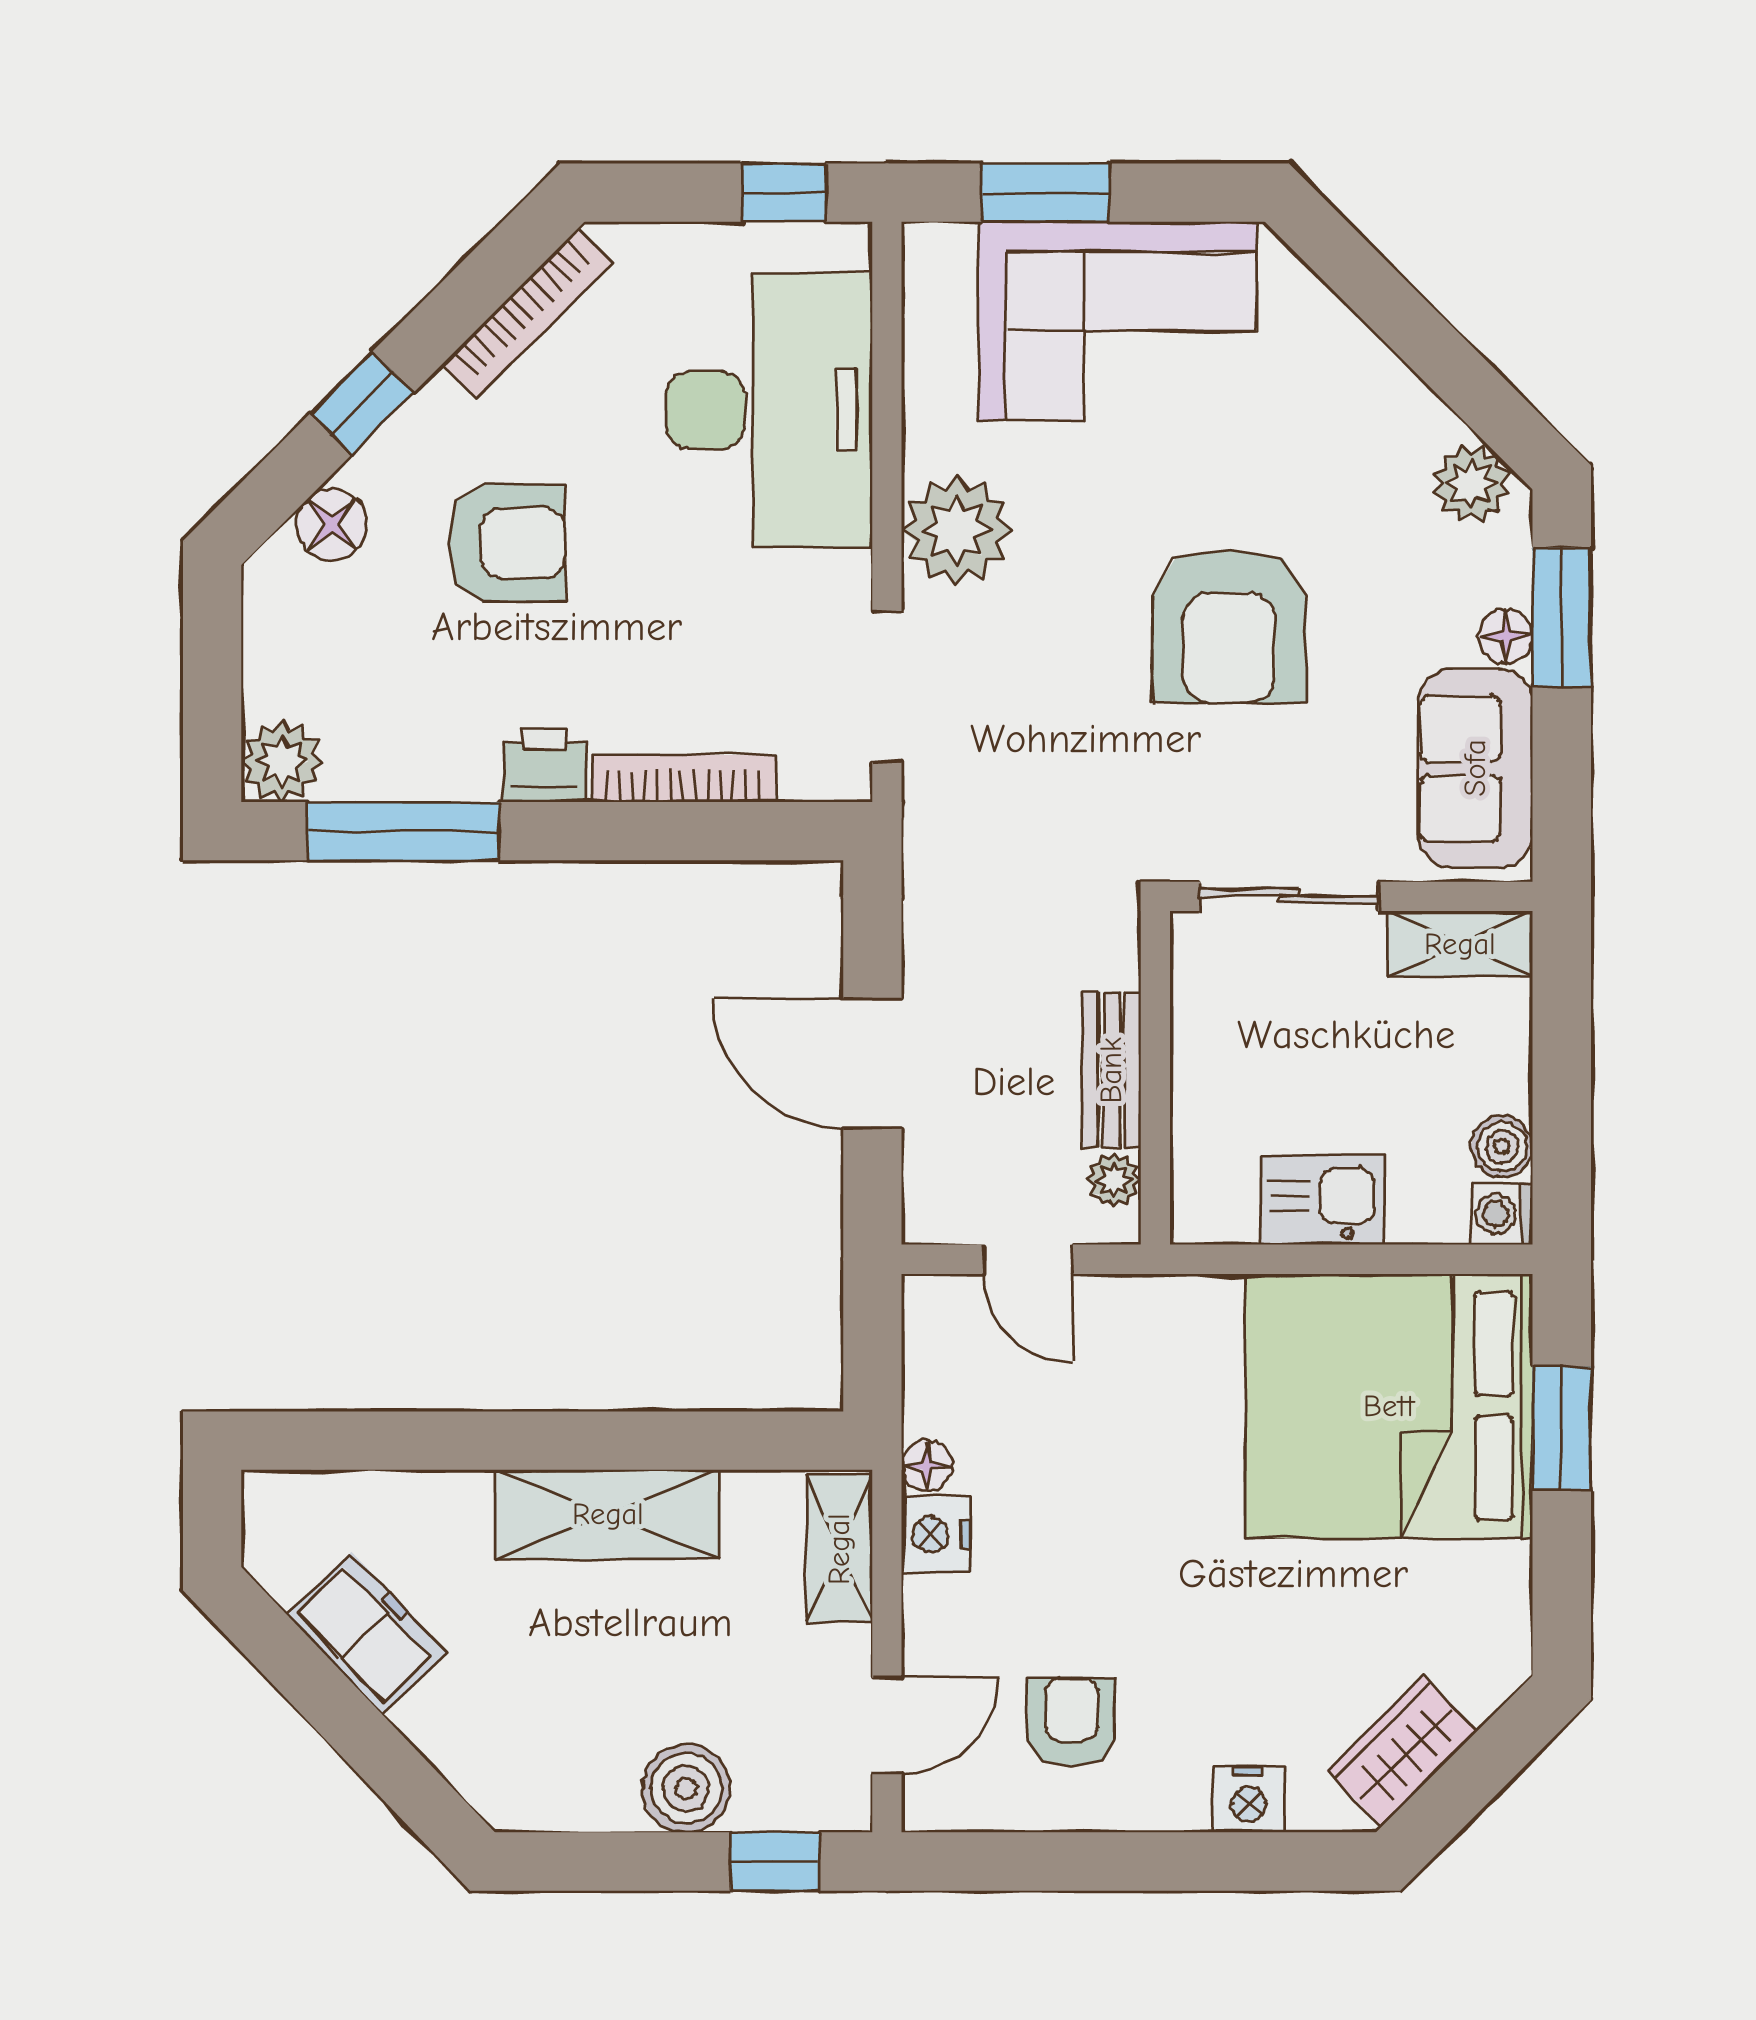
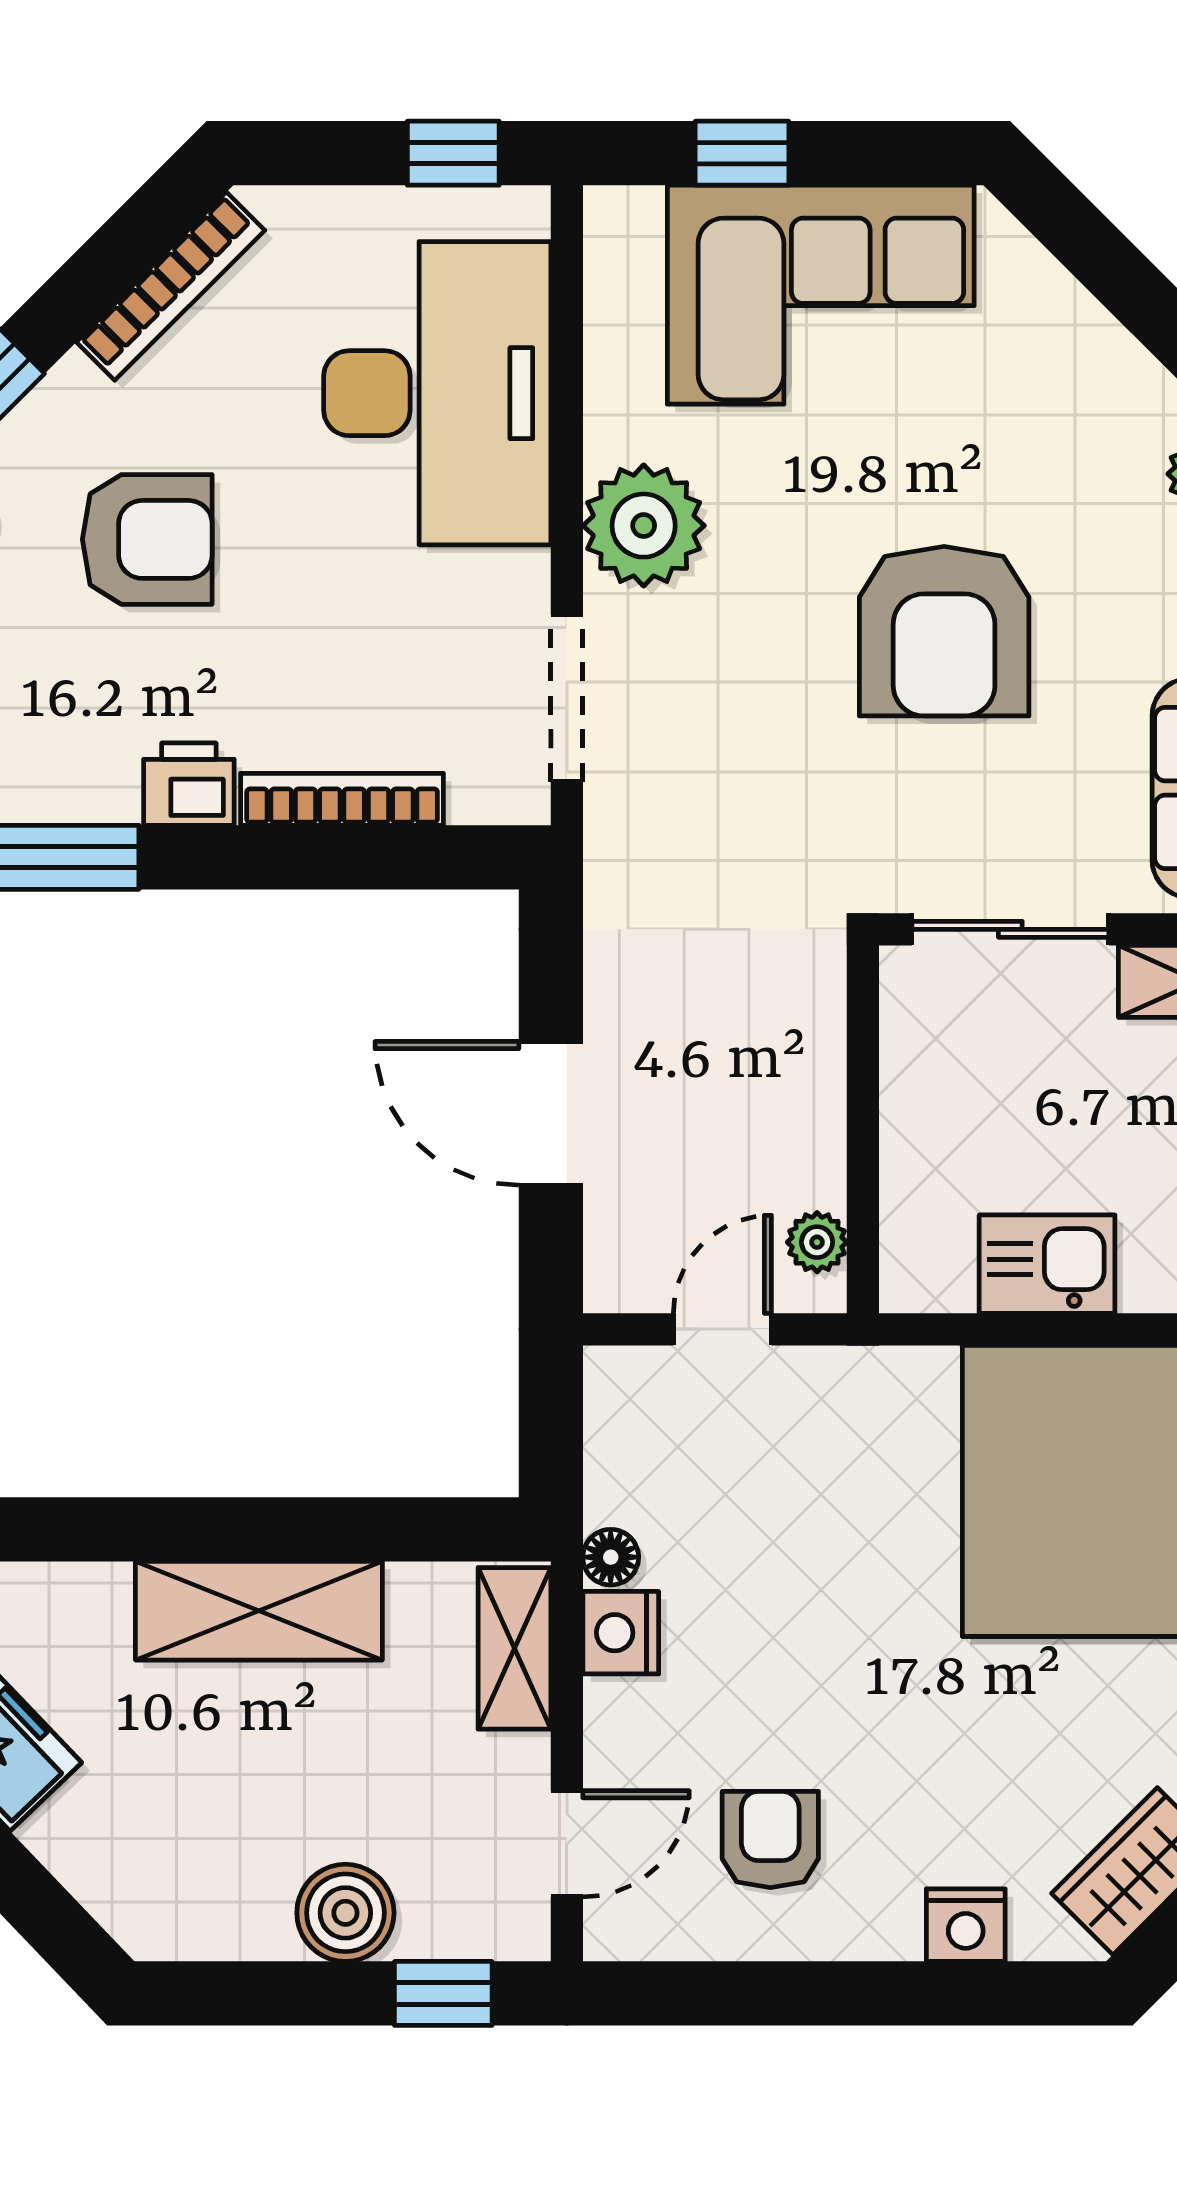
window: (1046, 193) -> (742, 153), width x0.67
bench: (1111, 1070) -> (814, 1120), removed
door: (1028, 1259) -> (722, 1329), swing flipped

